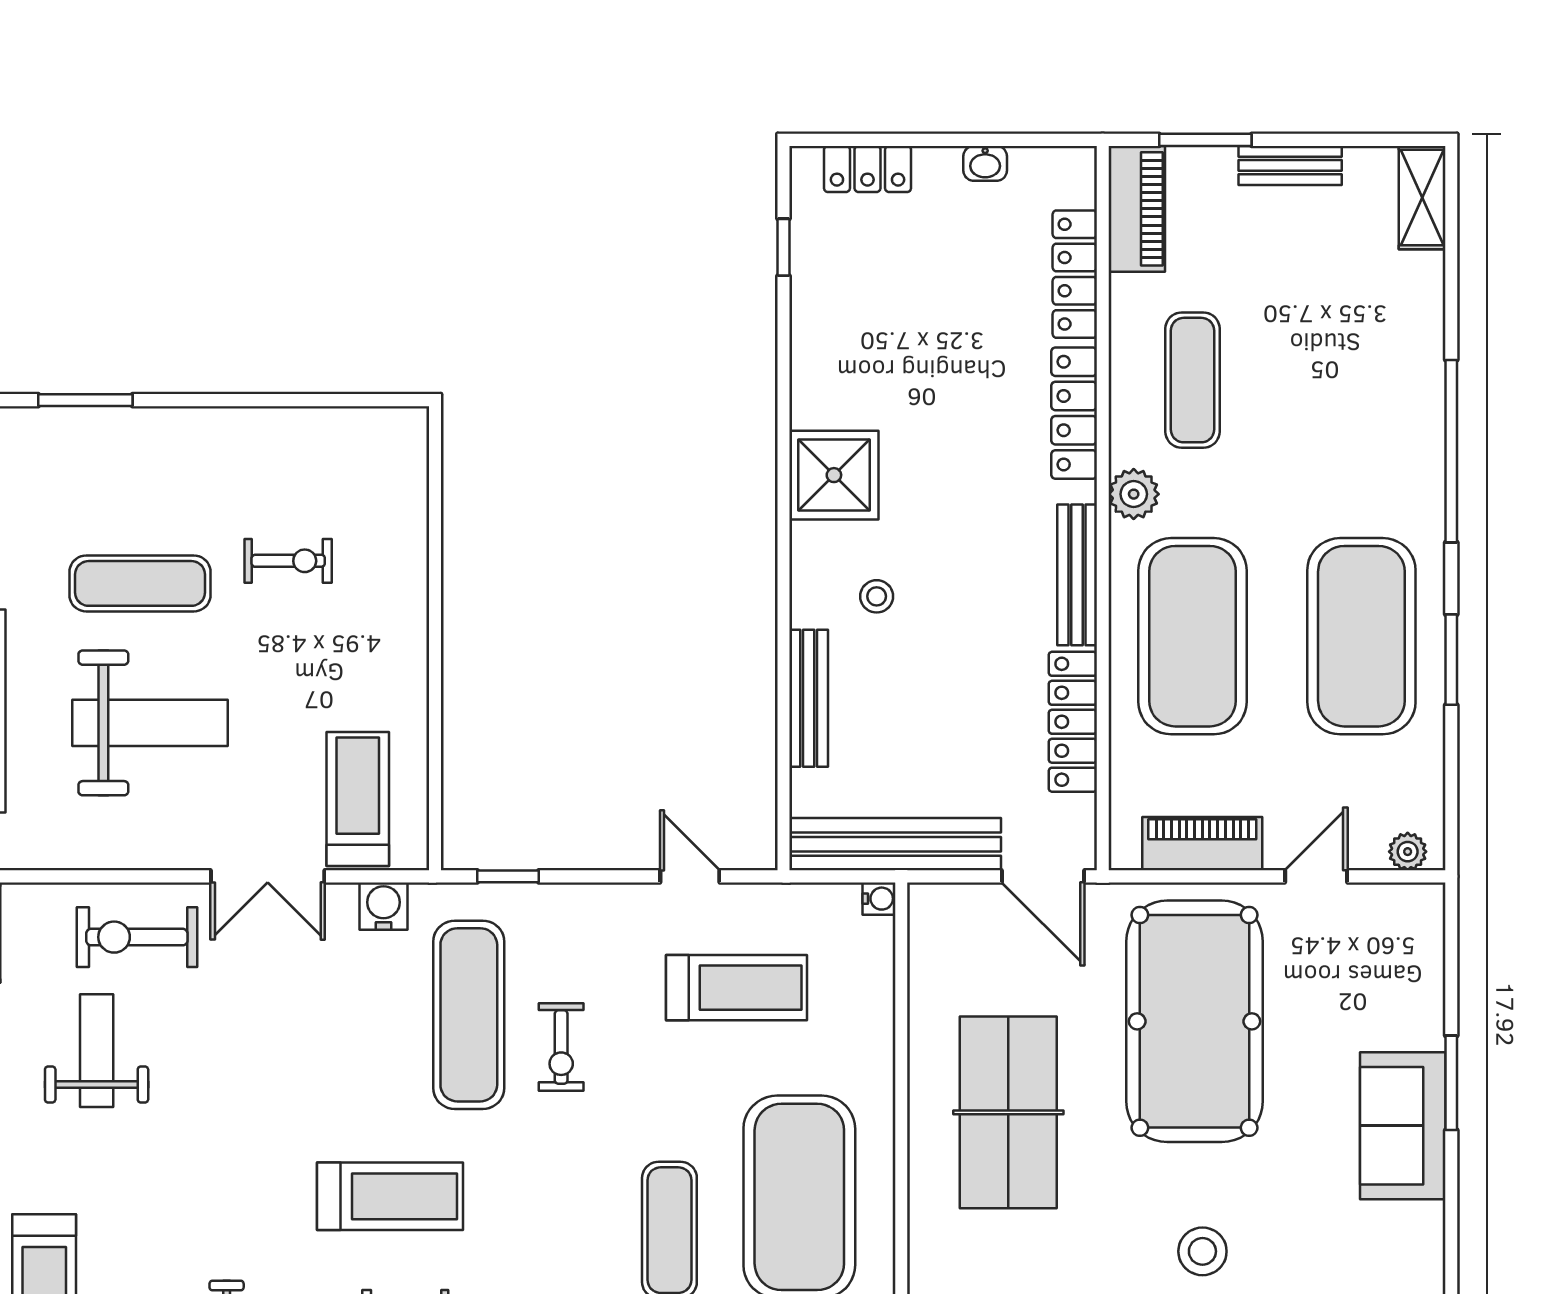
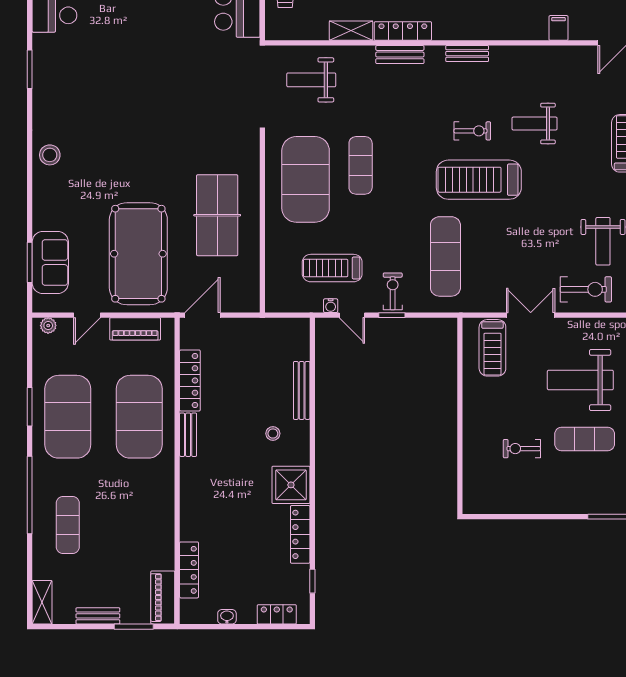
exercise mat: (1193, 380) -> (68, 525), moved
locker: (1074, 413) -> (300, 534), moved, turned 180
plant: (1134, 494) -> (164, 477), removed
bench: (1077, 575) -> (188, 435), width x0.73
bench: (895, 844) -> (265, 329), removed
window: (508, 876) -> (392, 315), moved
door: (1043, 876) -> (202, 315), hinge flipped
water cooler: (879, 899) -> (331, 306), moved, turned -90
water cooler: (383, 906) -> (482, 302), removed
exercise bike: (561, 1047) -> (393, 291), moved
window: (1451, 1083) -> (30, 262), moved
sofa: (1403, 1126) -> (50, 262), moved
treadmill: (390, 1196) -> (479, 180), width x1.37, depth x1.38
stool: (1202, 1251) -> (50, 155), moved

